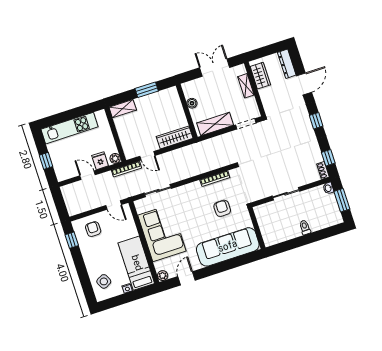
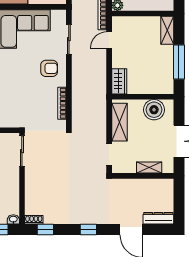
wardrobe: (260, 76) -> (155, 186), removed
window: (147, 90) -> (179, 62), width x1.44
boiler: (192, 103) -> (154, 110), width x1.86, depth x1.86
wardrobe: (175, 137) -> (119, 81), width x0.67
sliding door: (286, 194) -> (22, 151), moved
armchair: (222, 208) -> (49, 68), moved

